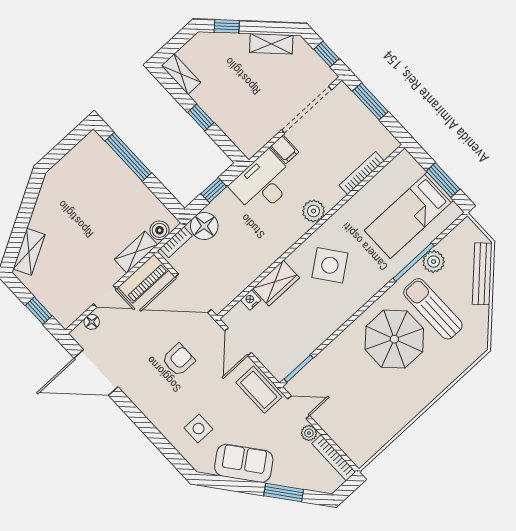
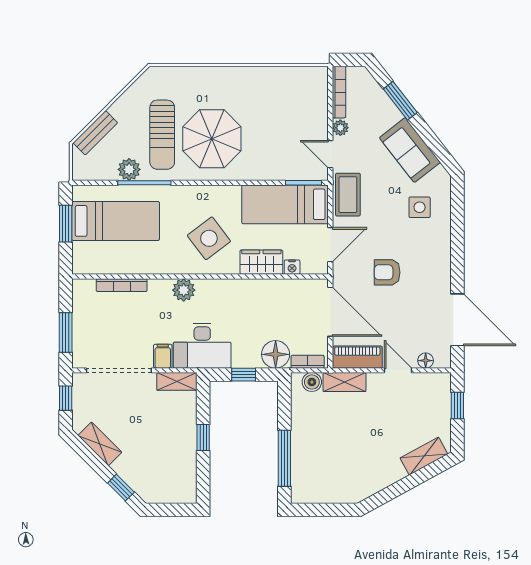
shelving: (181, 74) -> (177, 381), moved, turned 90
bench: (482, 274) -> (95, 133), width x0.73
bed: (298, 341) -> (285, 204), added

